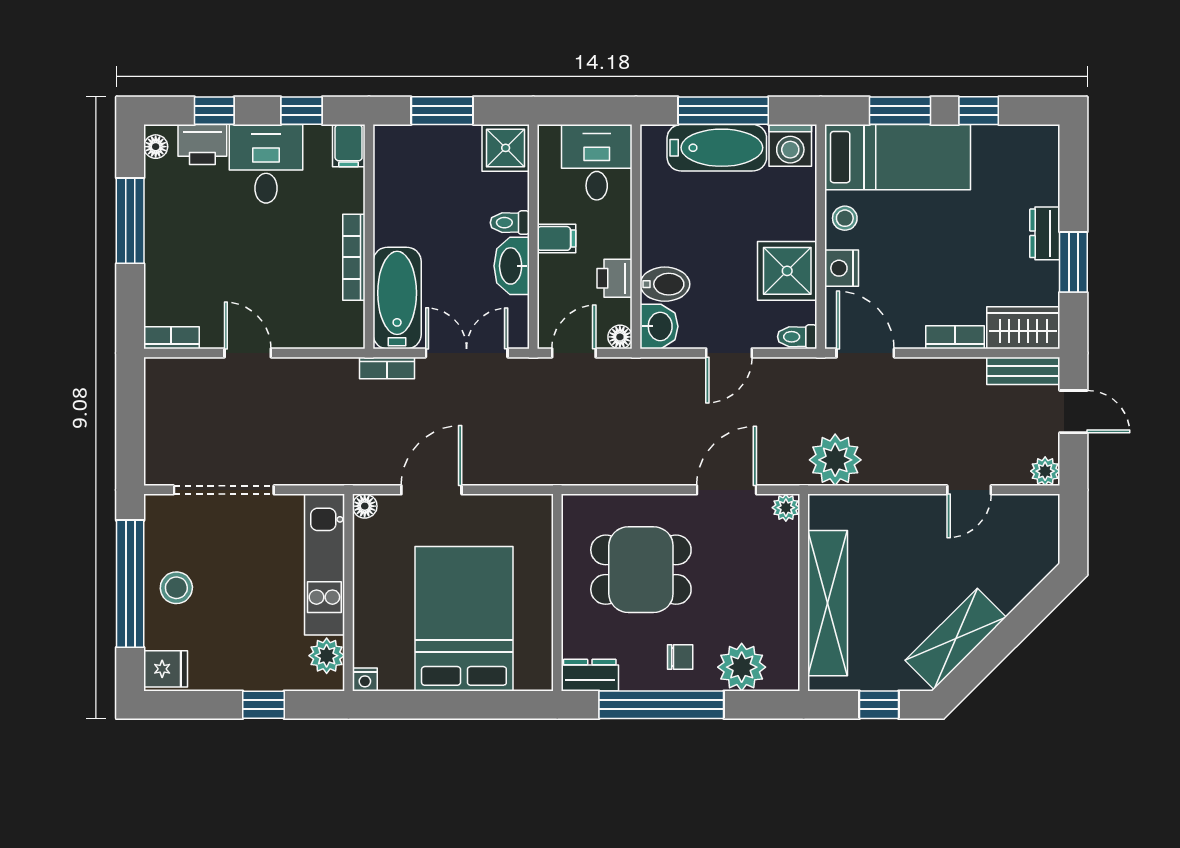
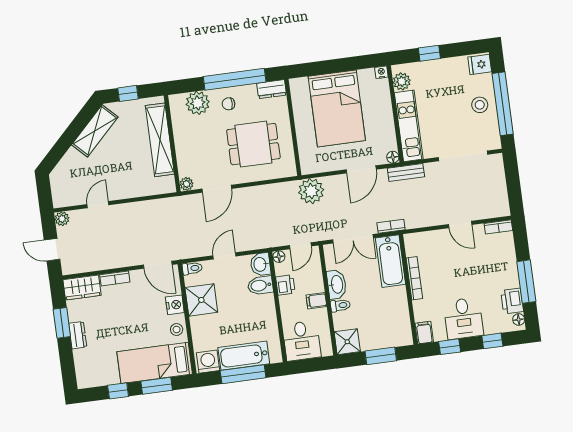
printer: (202, 144) -> (512, 301), moved, turned -90
bench: (1023, 371) -> (406, 172), moved
plant: (835, 460) -> (311, 191), moved

